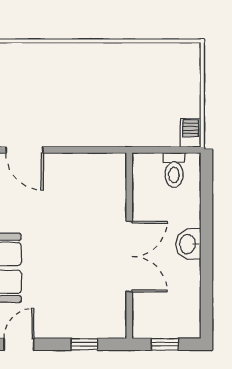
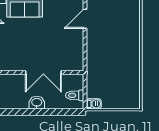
double door: (129, 257) -> (43, 72), moved

